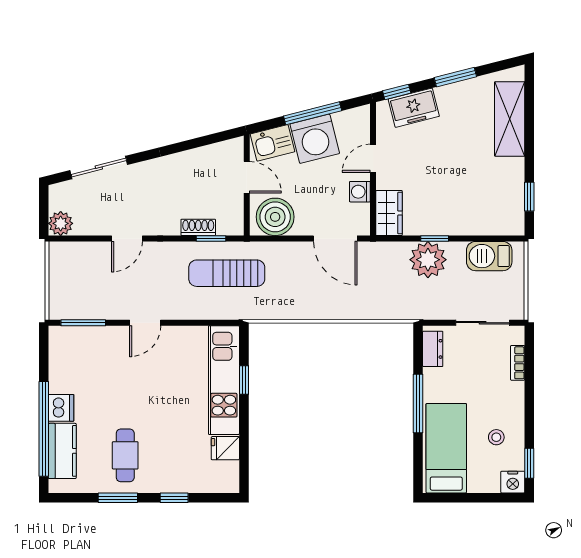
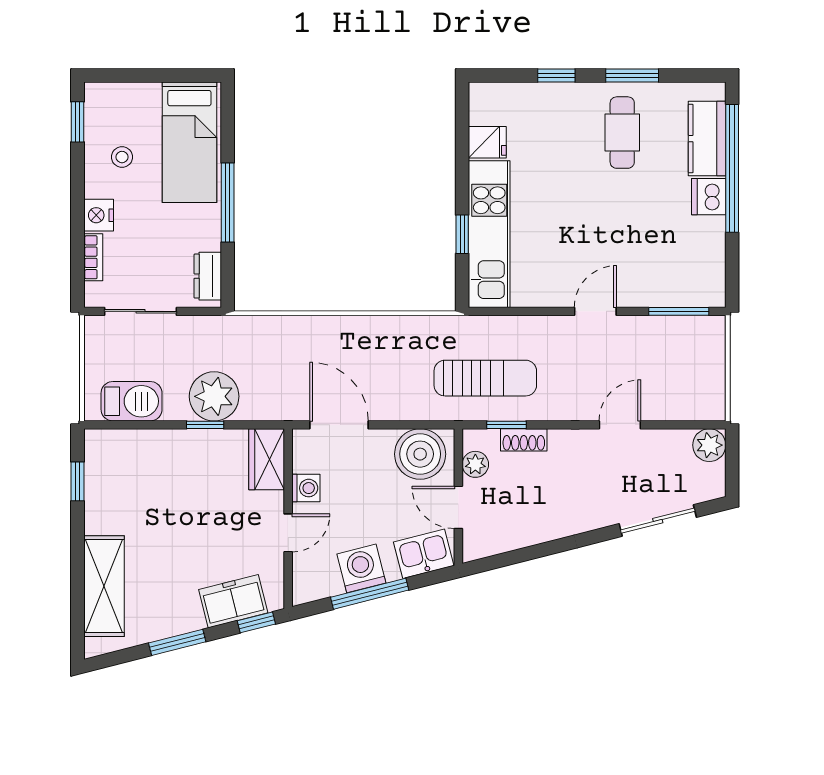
washing machine: (315, 139) -> (361, 568), width x0.73, depth x0.73
plant: (234, 209) -> (475, 464), added
nightstand: (513, 482) -> (99, 215), moved, turned -90

